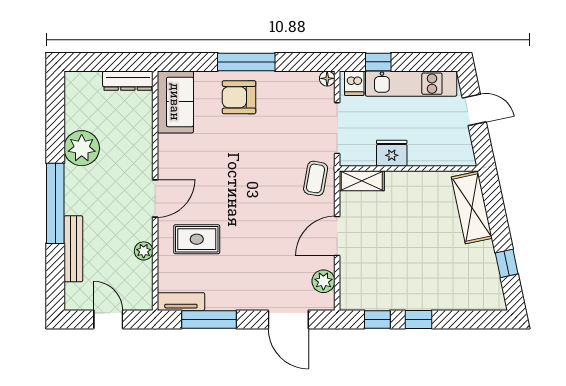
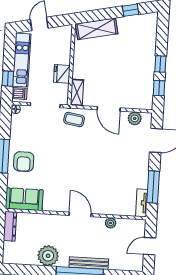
rug: (197, 239) -> (106, 191), removed
bench: (73, 249) -> (89, 263), moved

